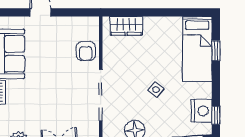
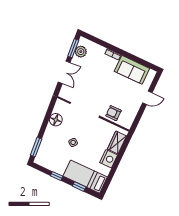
nightstand: (201, 111) -> (109, 159), moved, turned -90
window: (216, 115) -> (57, 176), moved

